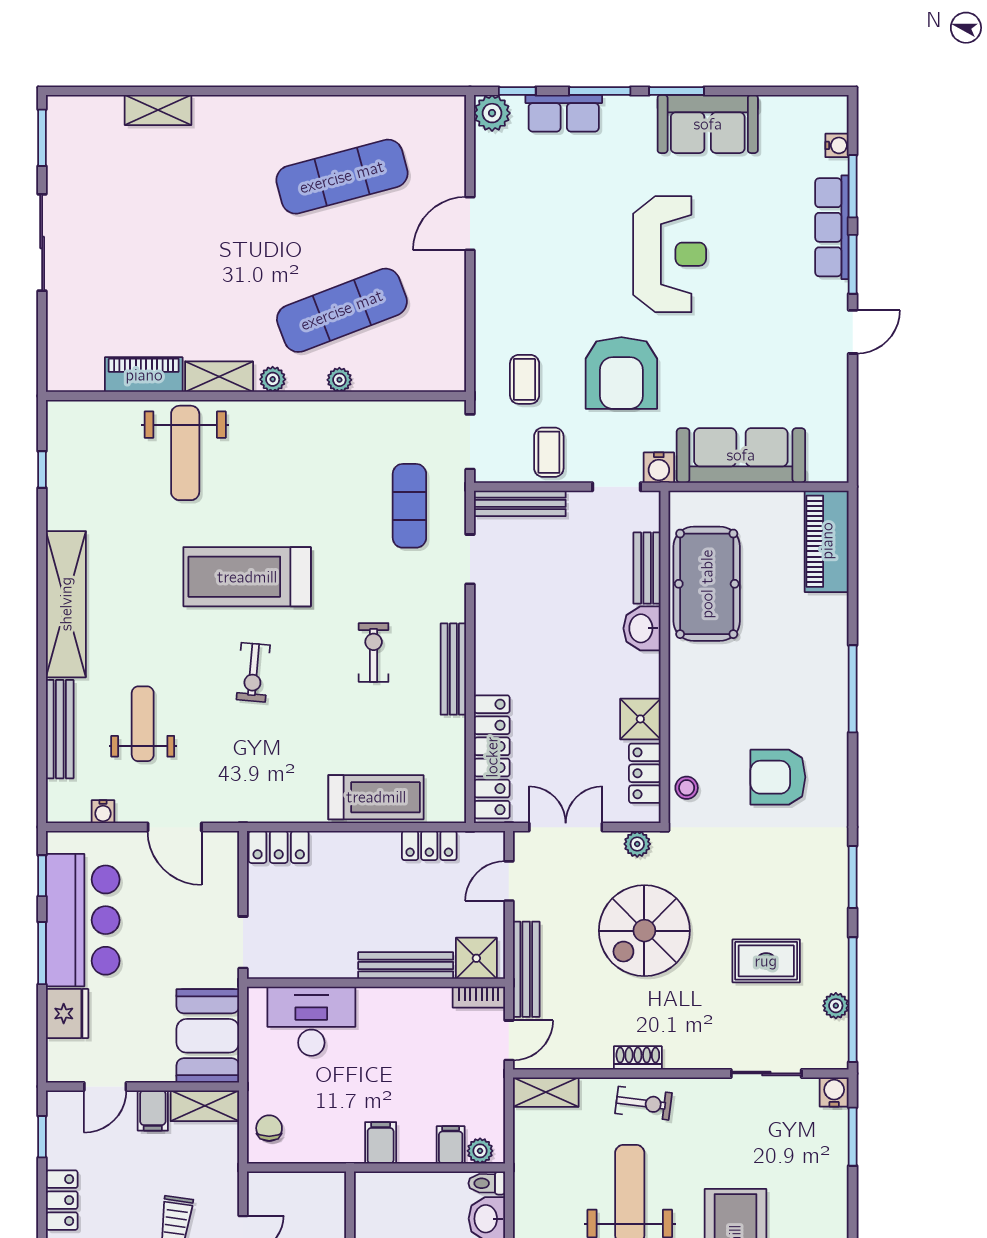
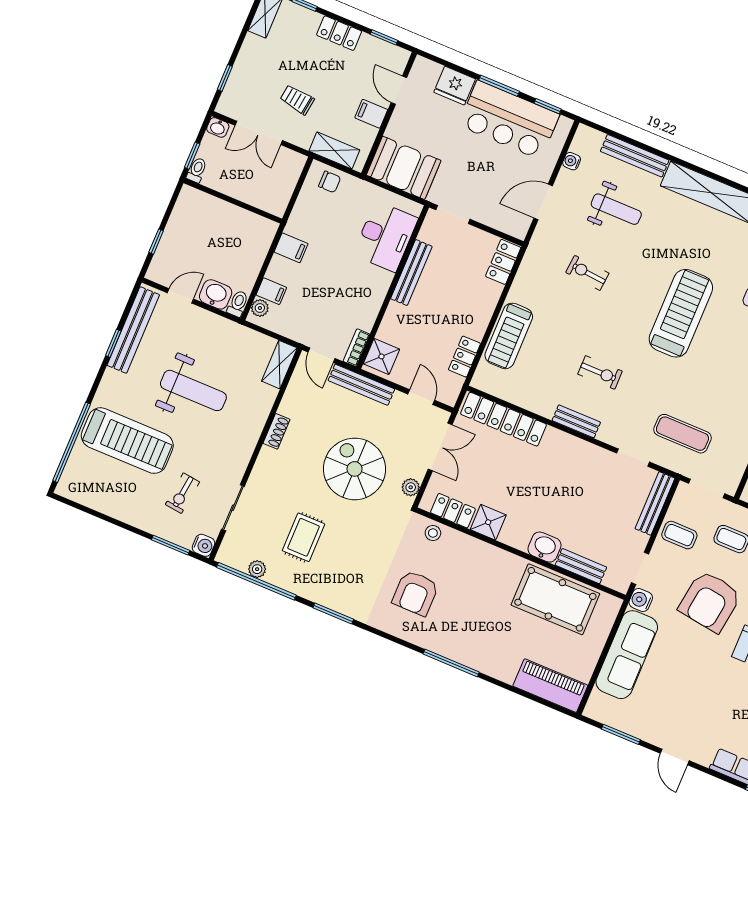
window: (853, 264) -> (621, 734), moved
armchair: (621, 373) -> (710, 601), turned -82
bench: (453, 669) -> (576, 421), width x0.73
exercise bike: (253, 672) -> (587, 273), moved
armchair: (778, 777) -> (416, 593), turned 180
bench: (406, 965) -> (411, 273), moved
exercise bike: (644, 1103) -> (182, 493), moved
shelving: (205, 1106) -> (334, 150), moved, turned 90

